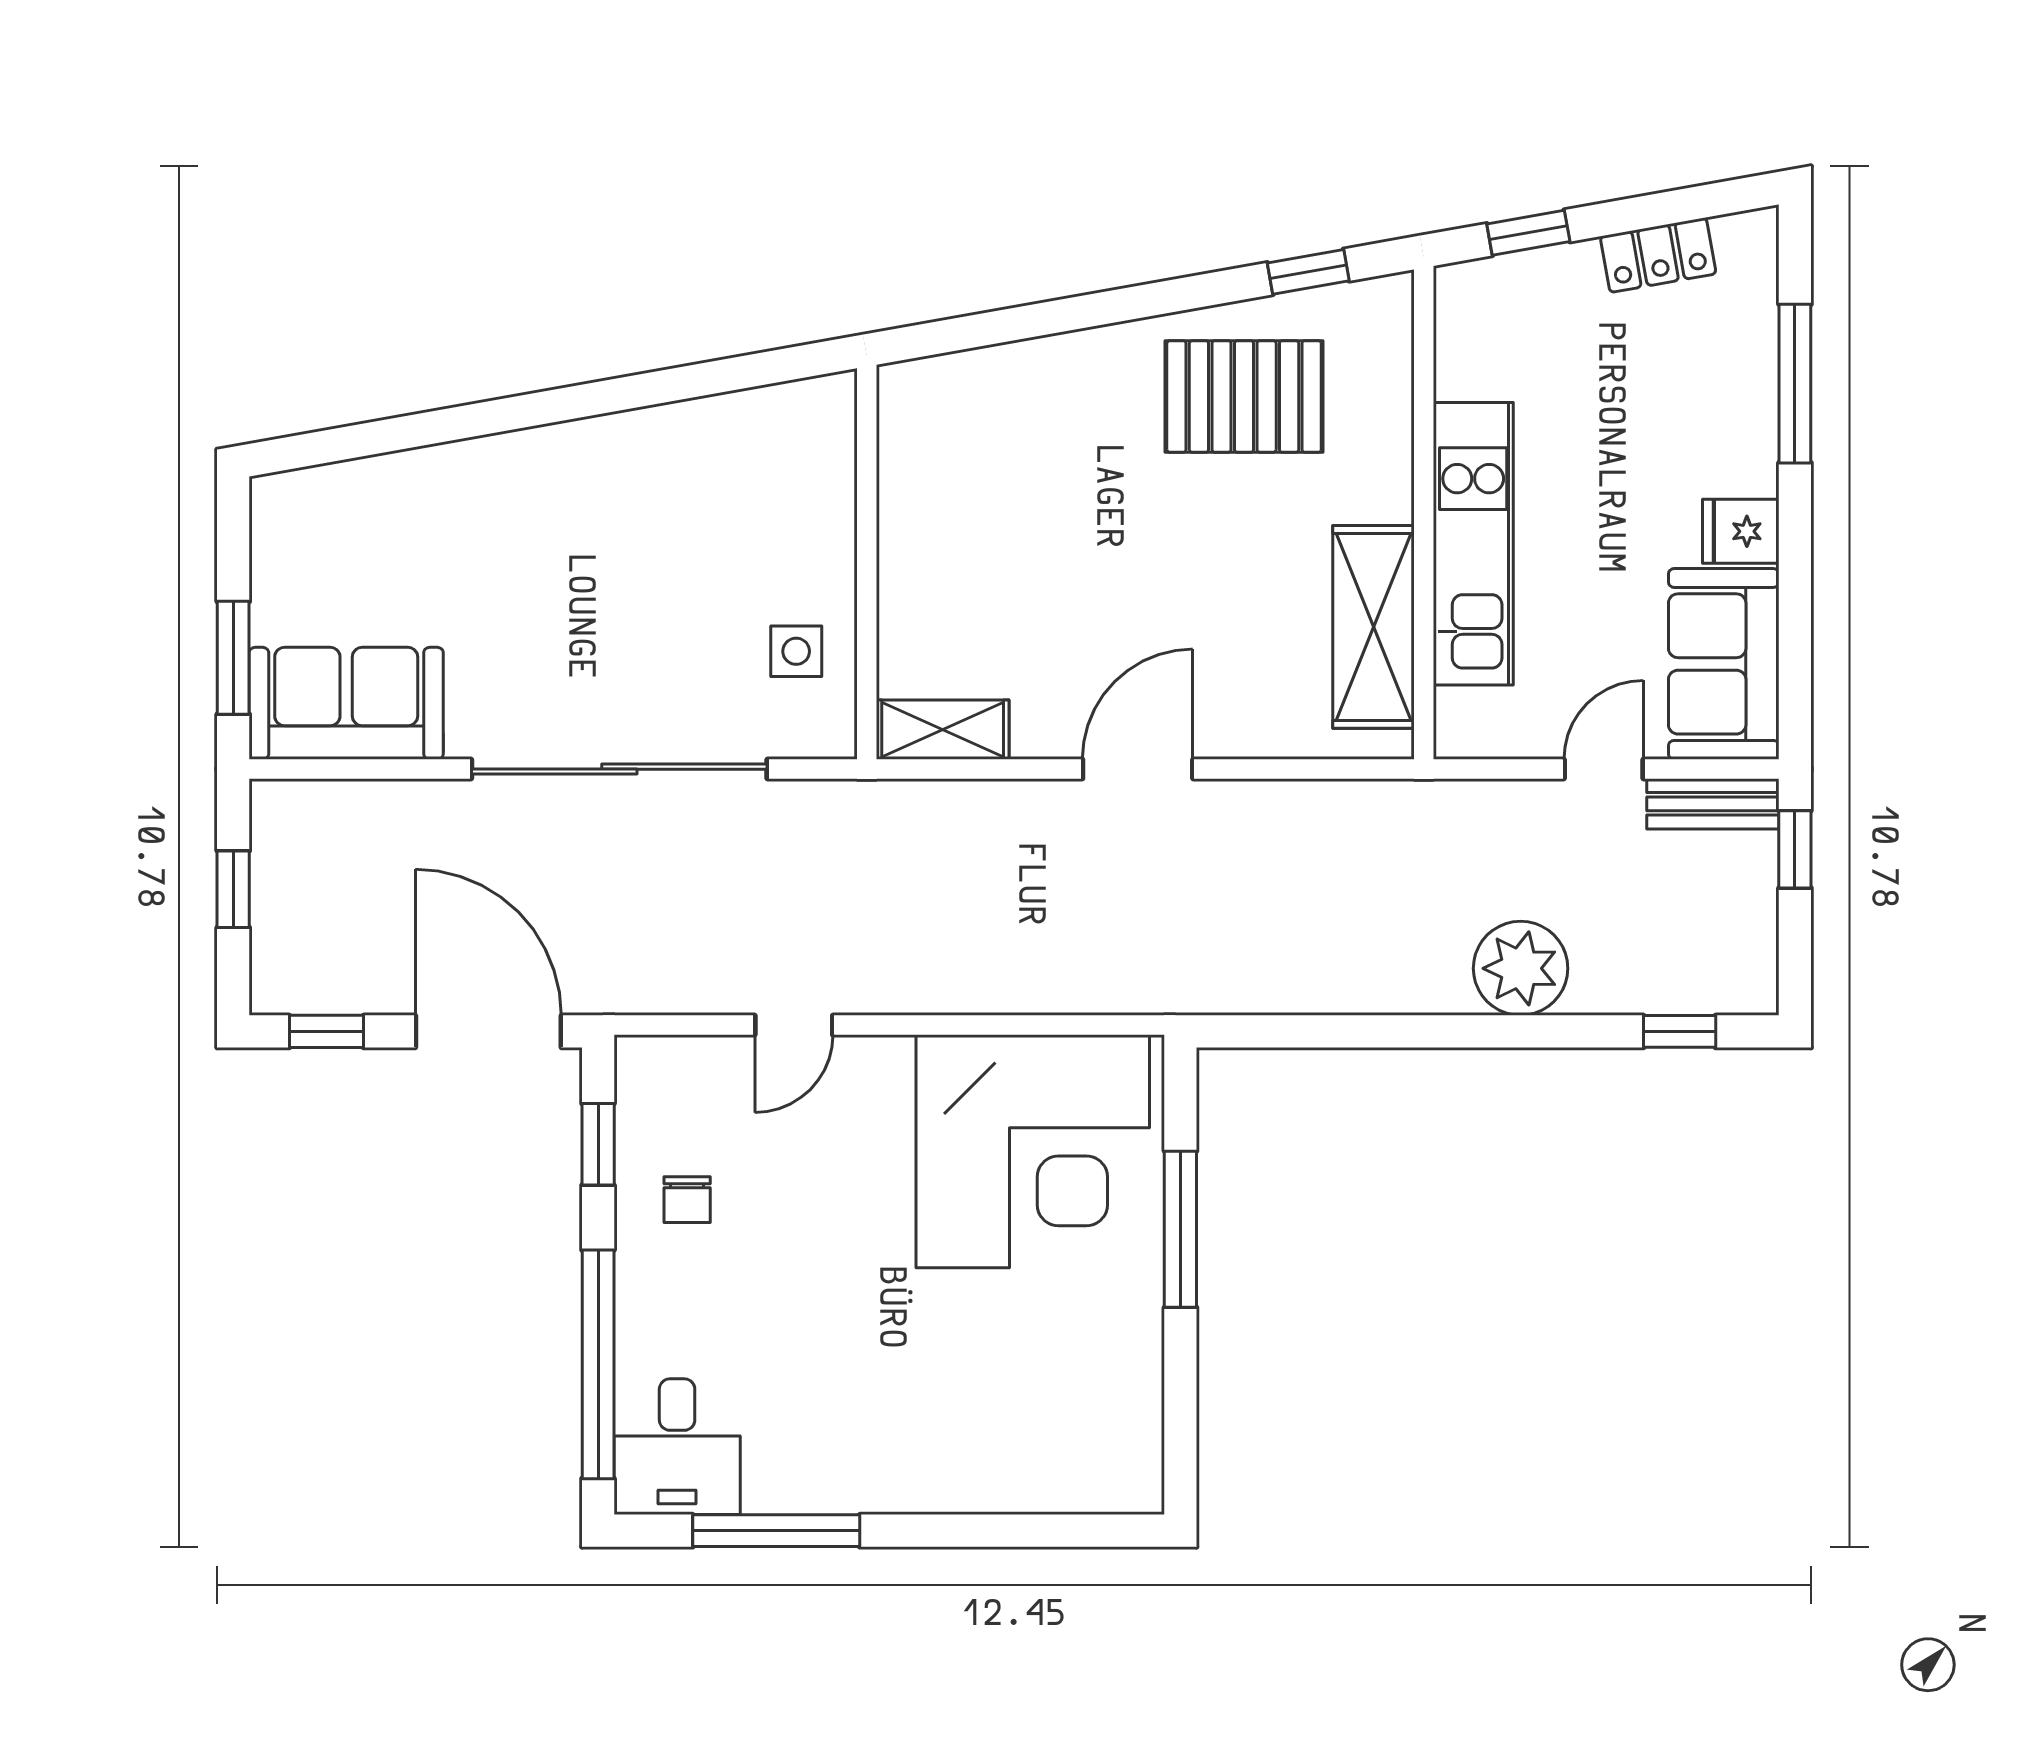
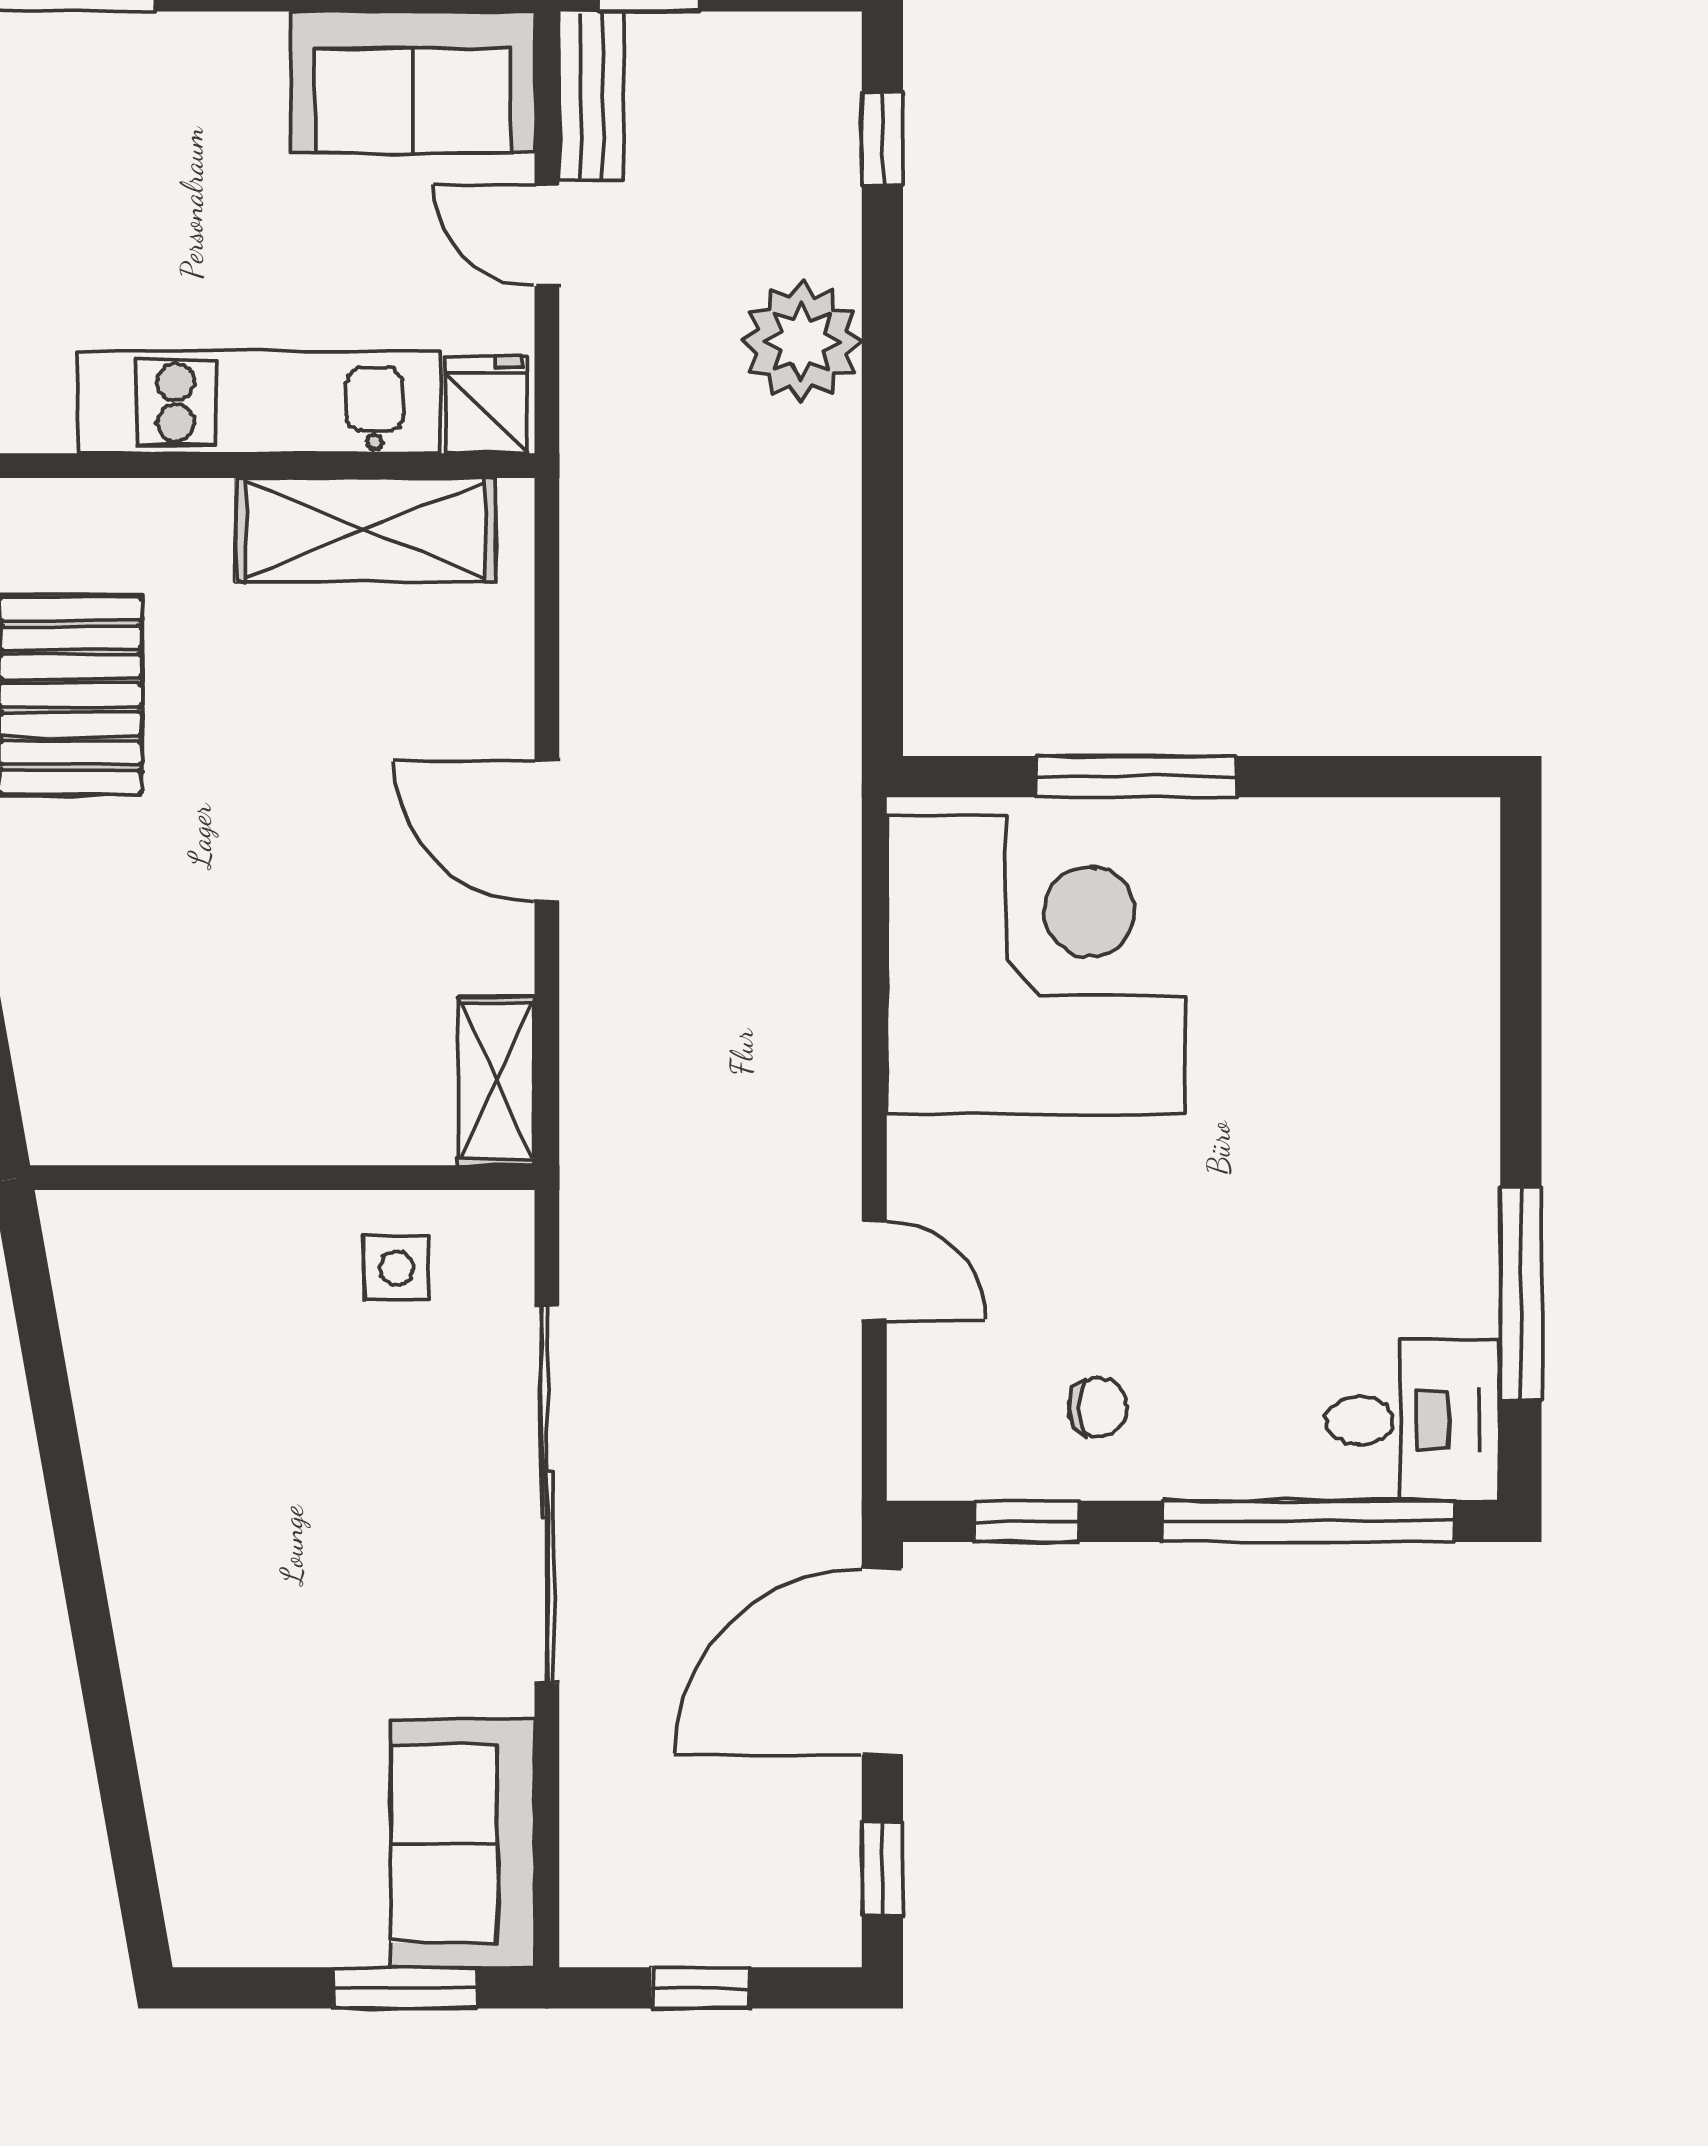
fridge: (1741, 531) -> (487, 404), moved, turned 180

